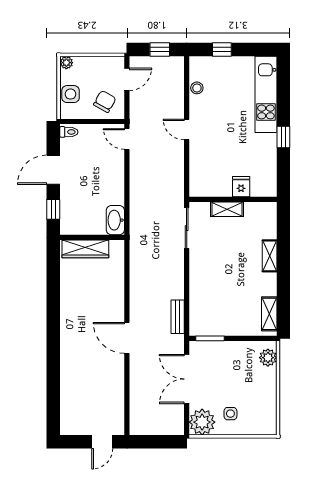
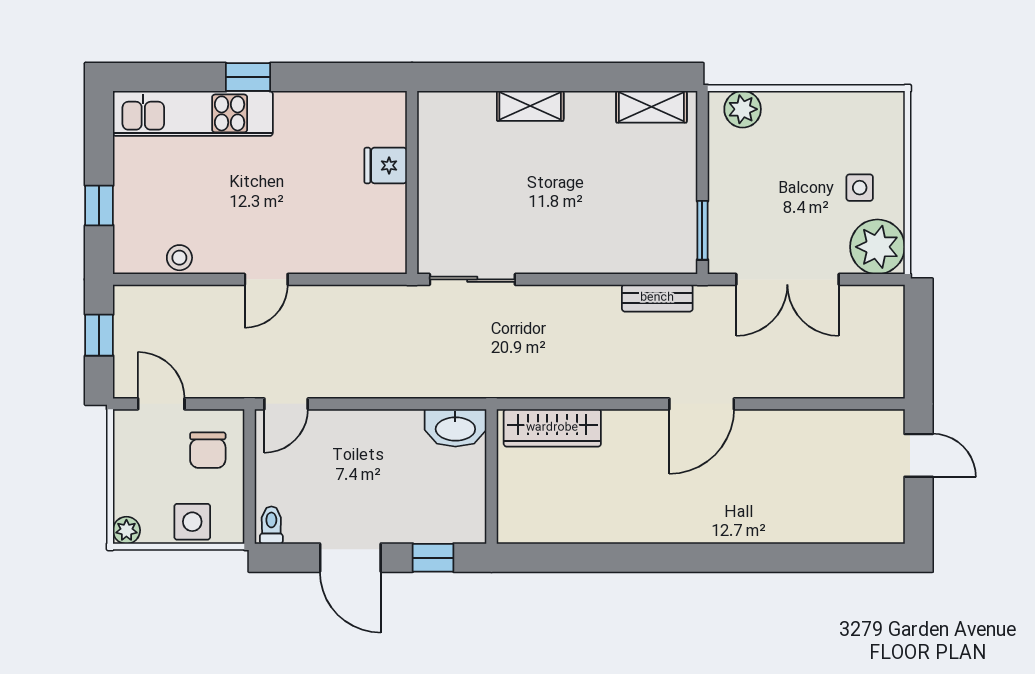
chair: (105, 102) -> (208, 450), turned -119
window: (283, 137) -> (248, 77), moved
shelving: (227, 209) -> (433, 195), removed
wardrobe: (85, 249) -> (552, 428), moved, turned 90

